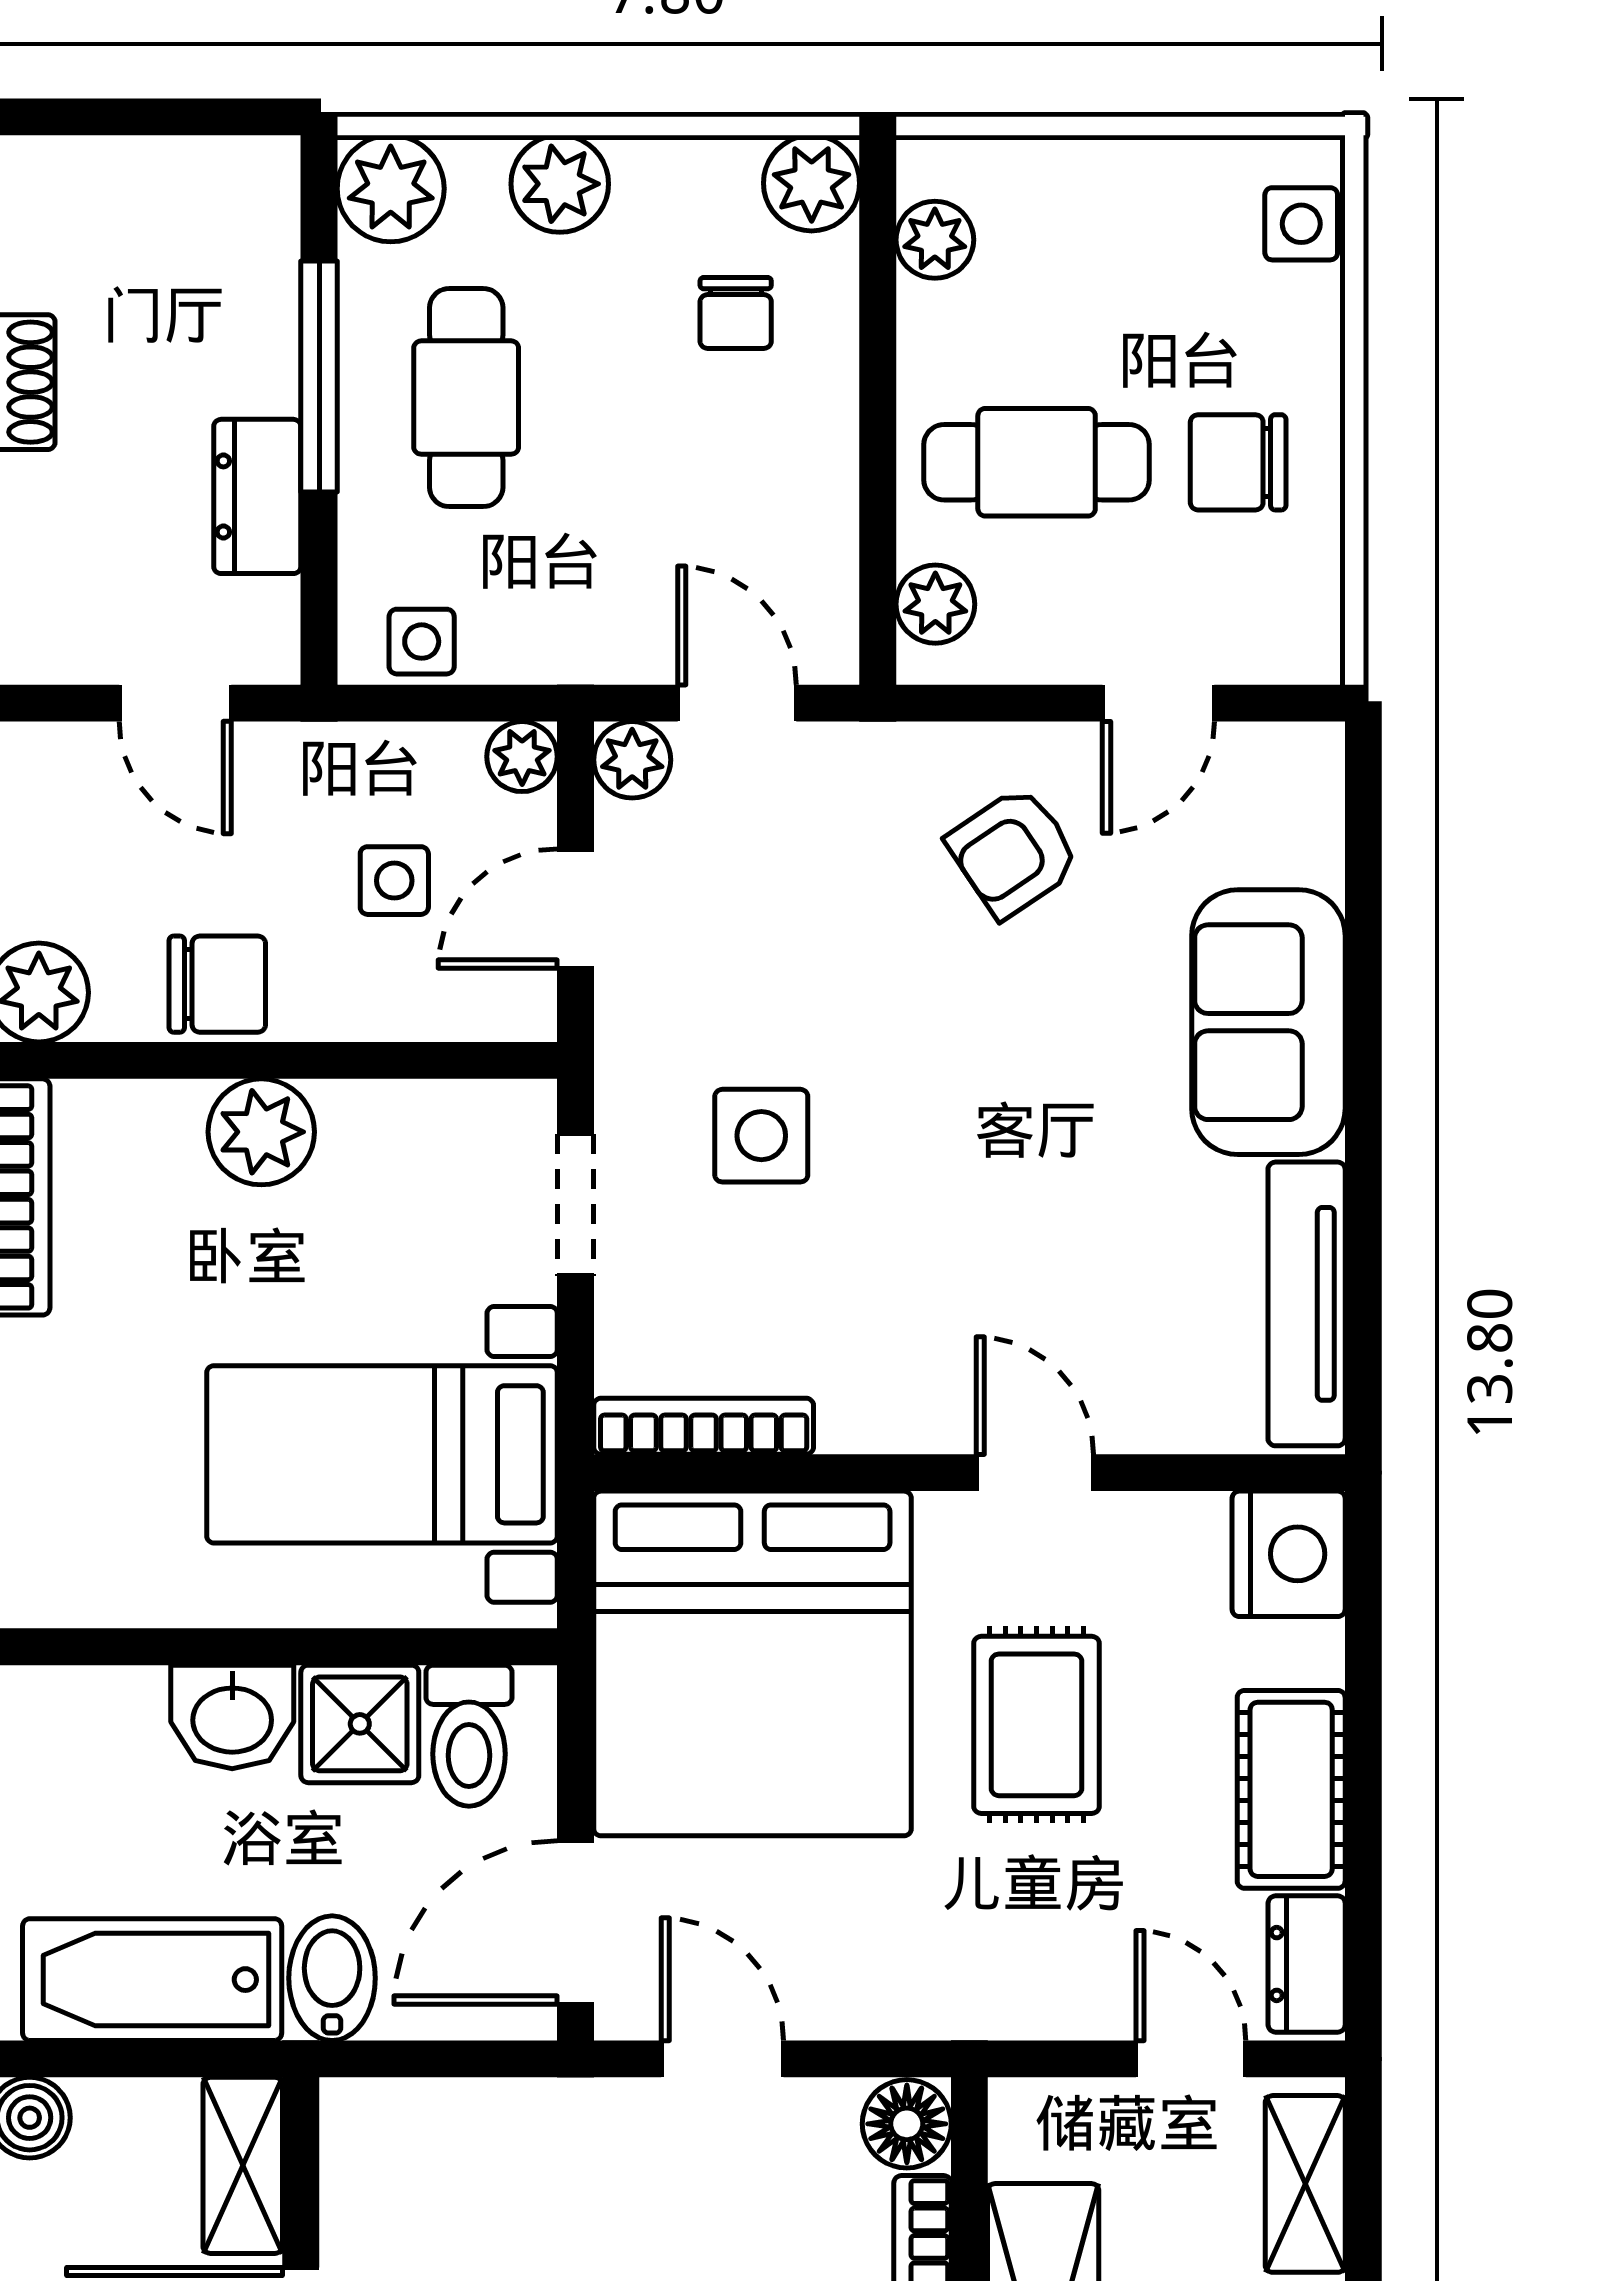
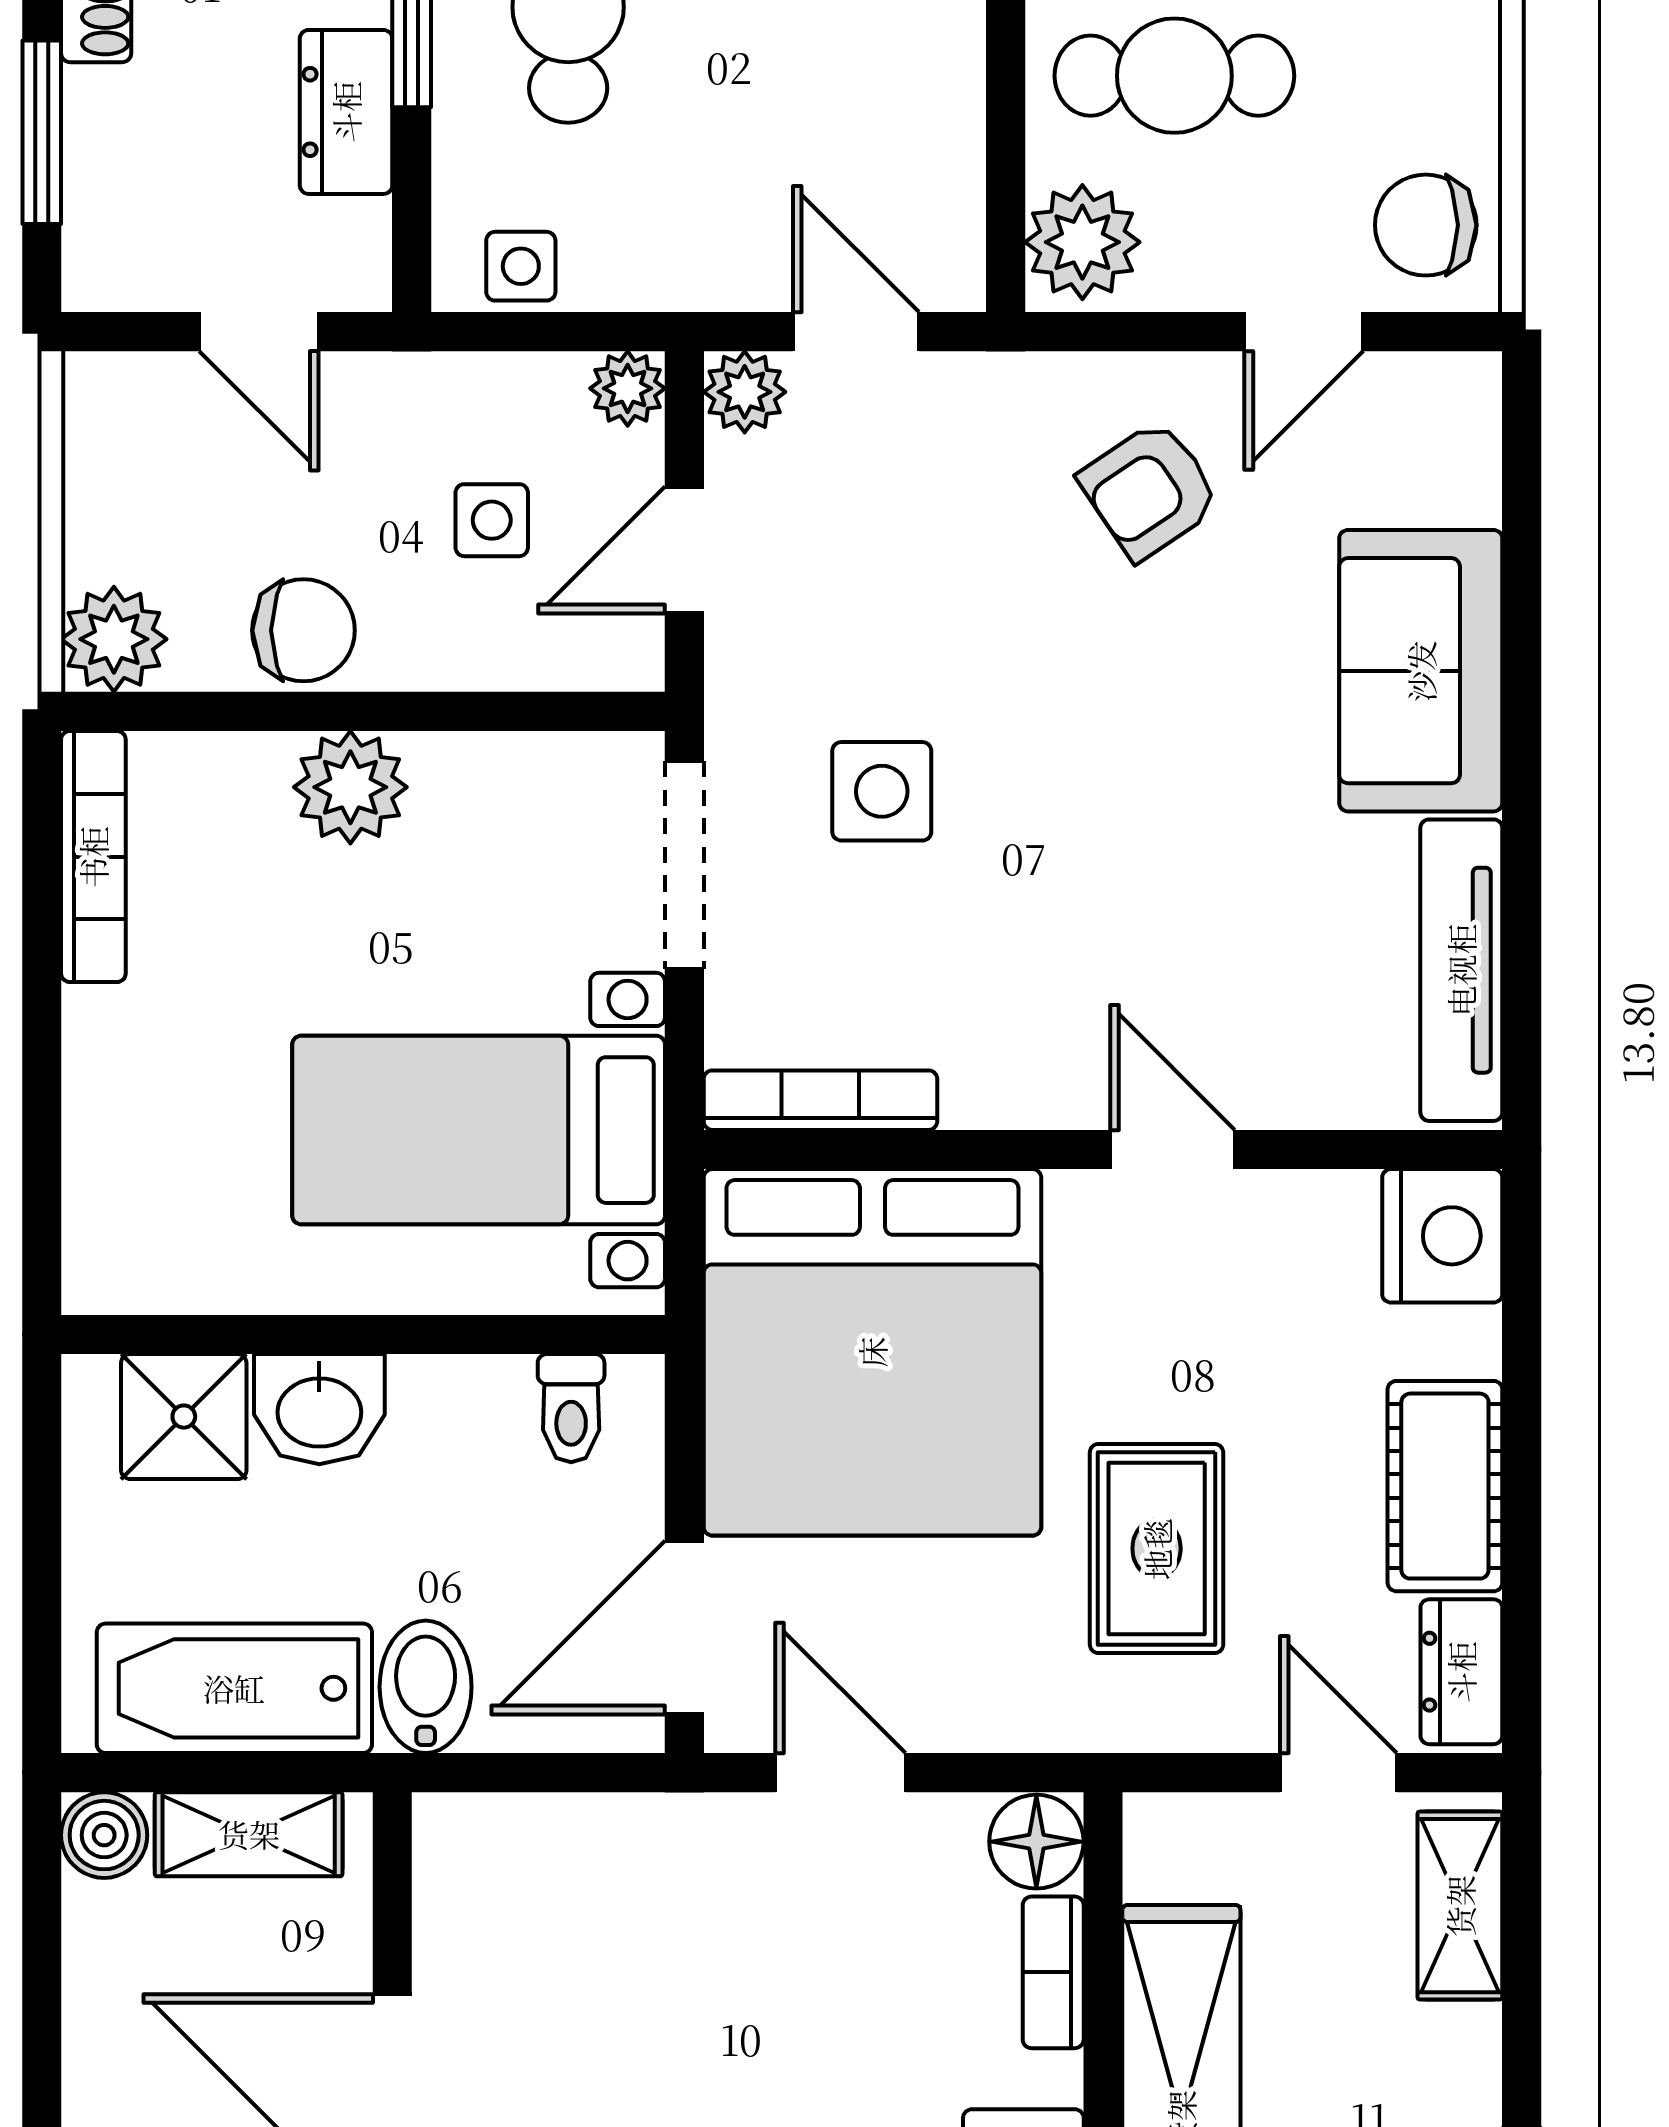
chair: (1238, 462) -> (1426, 225), moved
plant: (935, 604) -> (1082, 242), width x1.38, depth x1.38
doorway: (576, 1205) -> (684, 865), width x1.38
shower: (360, 1724) -> (184, 1417), moved
rug: (1037, 1725) -> (1157, 1549), moved
toilet: (469, 1736) -> (571, 1408), width x0.73, depth x0.72
shelving: (243, 2165) -> (249, 1834), moved, turned 90

